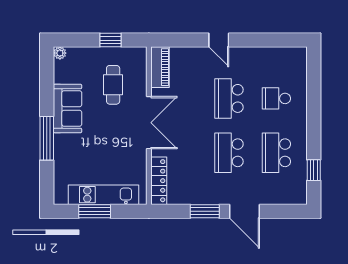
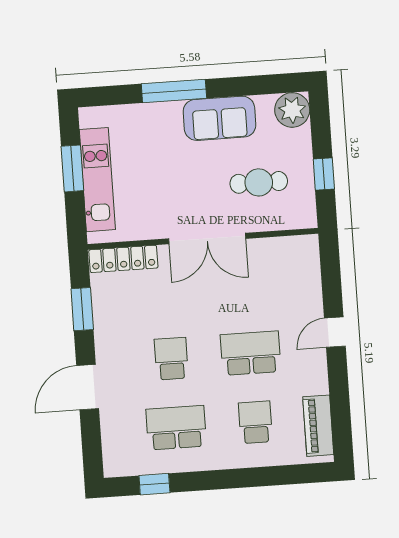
plant: (60, 53) -> (292, 110), width x1.87, depth x1.87
piano: (160, 67) -> (318, 426), moved, turned 90
school desk: (229, 153) -> (171, 359), width x0.54
window: (205, 211) -> (82, 309), moved

